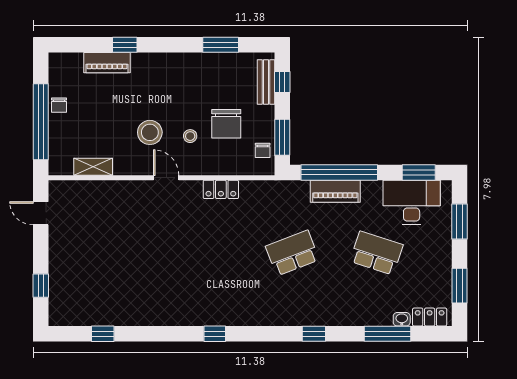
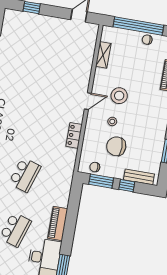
window: (282, 82) -> (127, 186), moved
window: (339, 172) -> (72, 214), removed
piano: (335, 191) -> (58, 223), moved
school desk: (292, 253) -> (25, 175), turned 39

